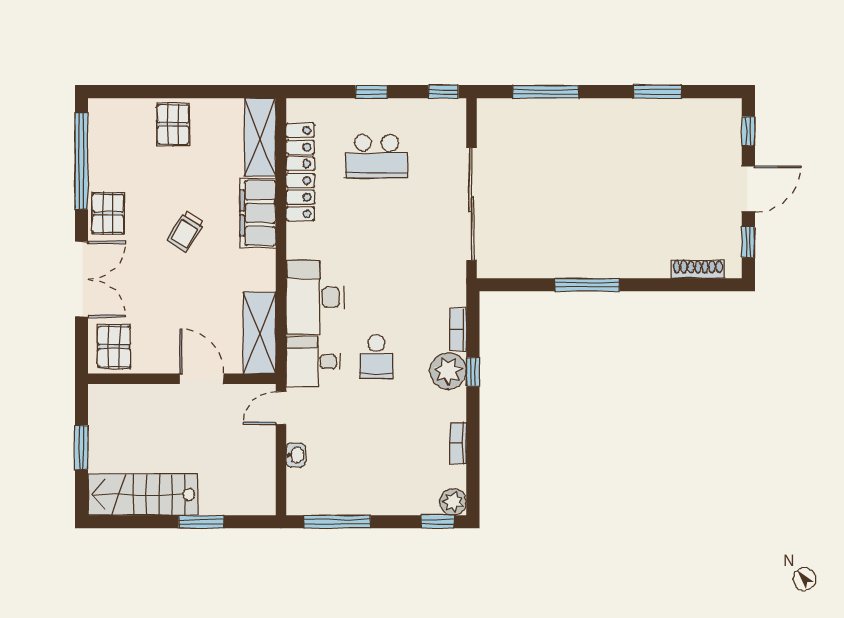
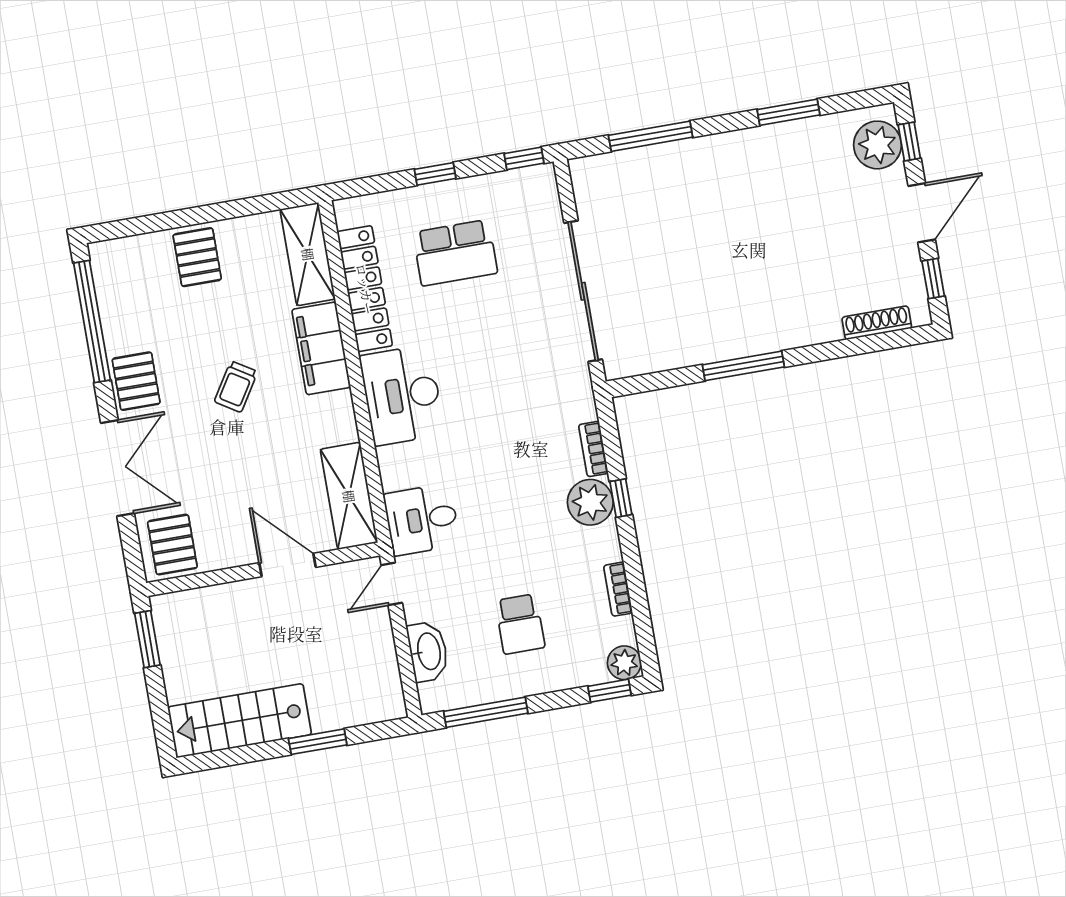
plant: (723, 130) -> (878, 145), added
desk: (315, 297) -> (402, 395), moved
school desk: (376, 357) -> (520, 624), moved
window: (81, 447) -> (147, 639), moved
washbasin: (296, 455) -> (428, 651), width x1.91, depth x1.45

